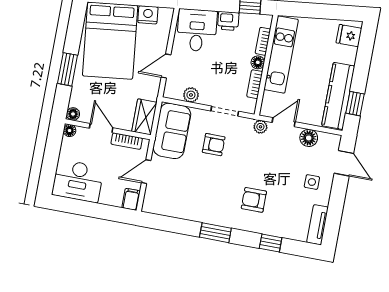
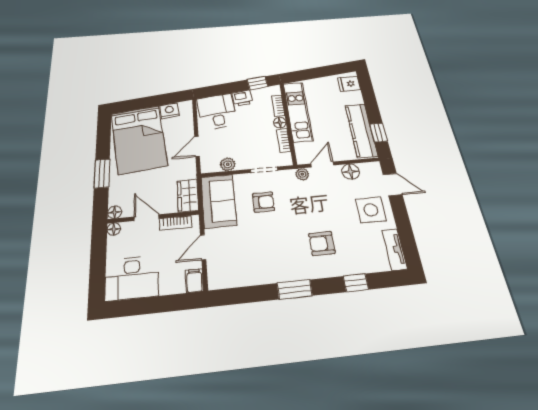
side table: (312, 182) -> (371, 210), width x1.87, depth x1.87

